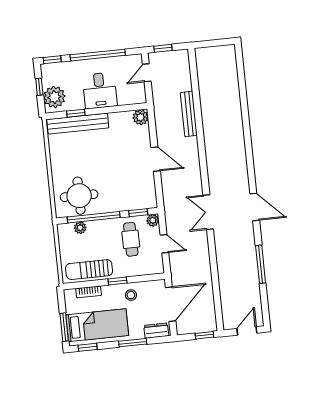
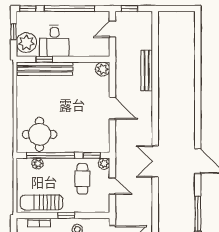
desk: (100, 90) -> (54, 41), moved

